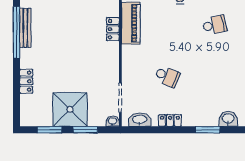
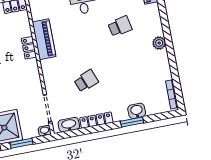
school desk: (167, 76) -> (86, 81), turned -45
washbasin: (228, 119) -> (137, 111), moved
locker: (170, 120) -> (96, 120), width x1.53

